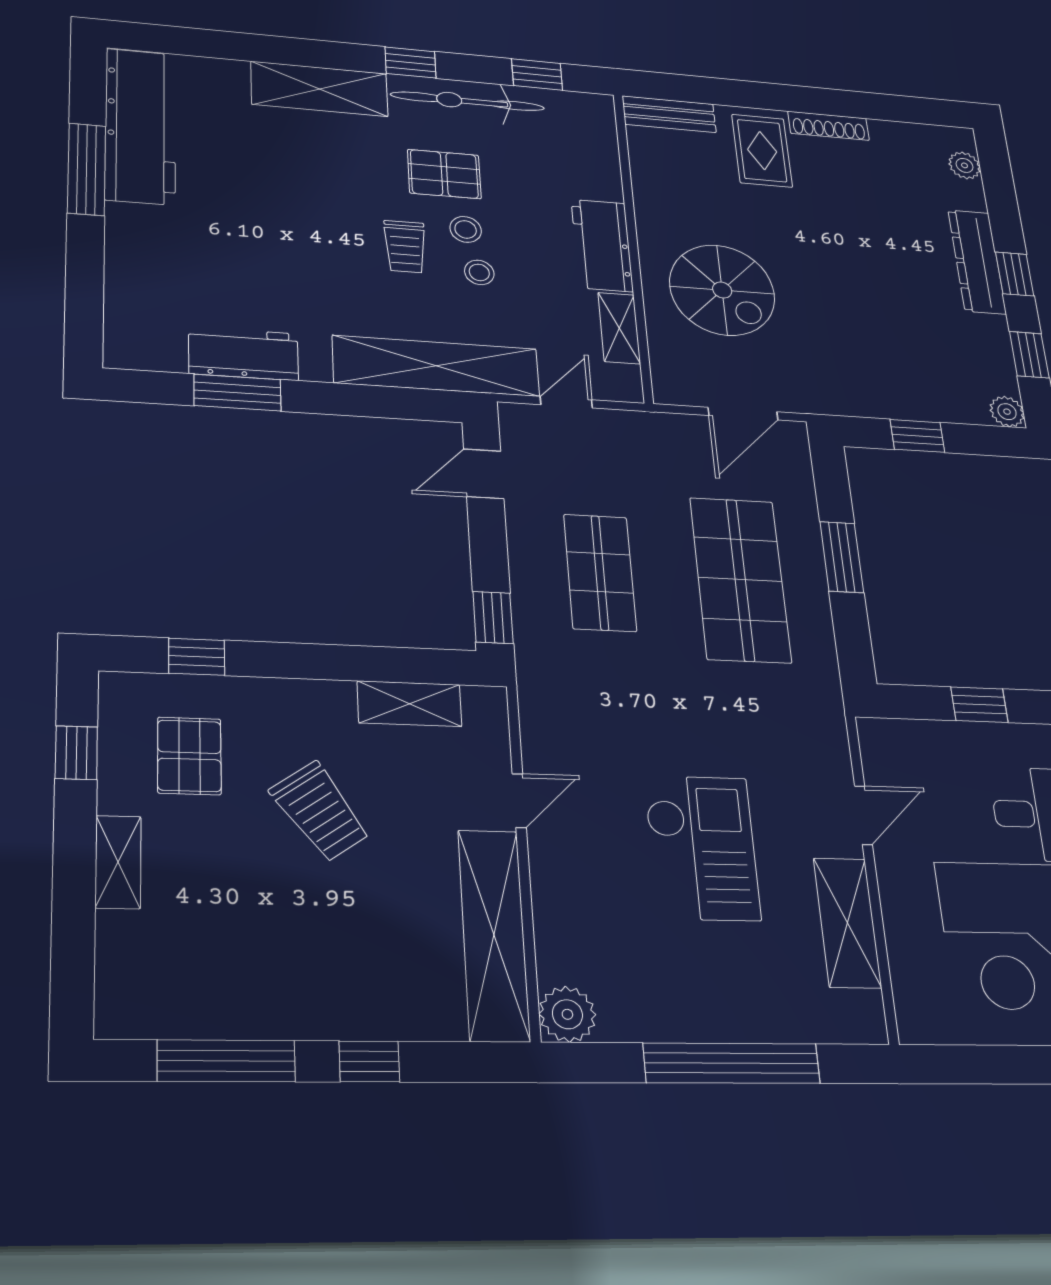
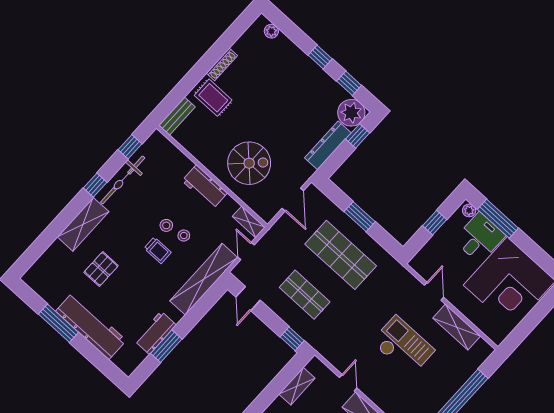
workbench: (140, 126) -> (91, 326), moved
pallet: (444, 174) -> (101, 269), moved
dresser: (977, 262) -> (328, 145), moved, turned 90
shelving: (619, 328) -> (249, 222), moved
plant: (1007, 412) -> (351, 113), width x1.87, depth x1.87
window: (917, 436) -> (358, 136), moved

